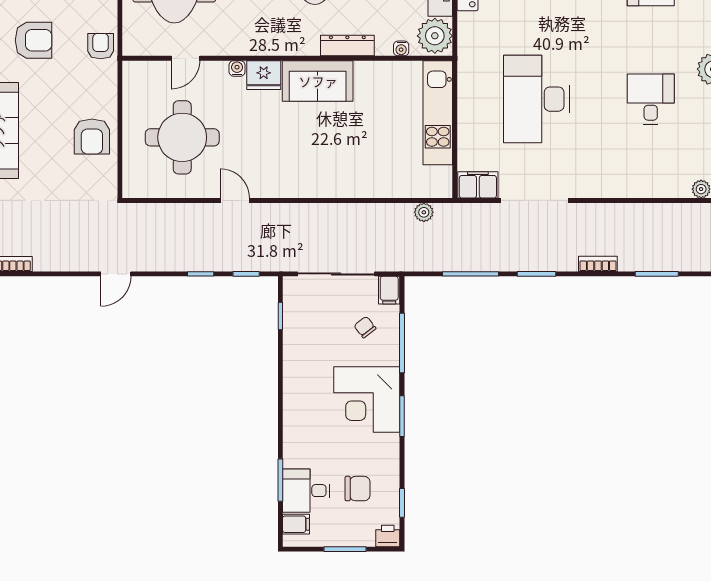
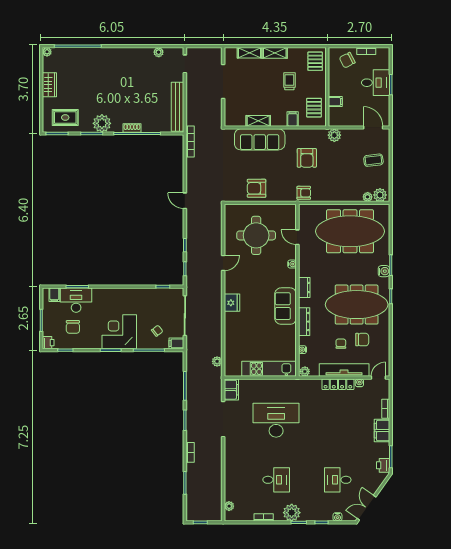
plant: (435, 36) -> (305, 371), width x0.53, depth x0.53
dresser: (282, 45) -> (304, 287), added
fridge: (264, 75) -> (232, 303), moved, turned 180
desk: (306, 491) -> (76, 300), width x1.37

